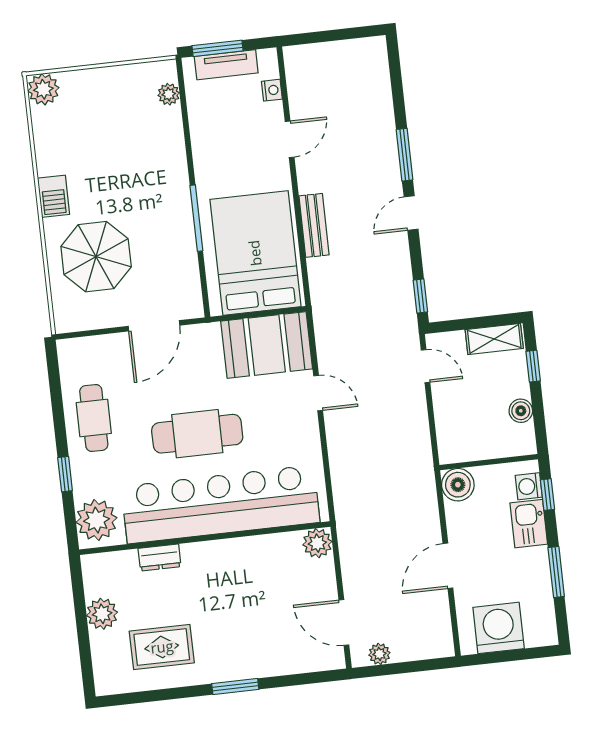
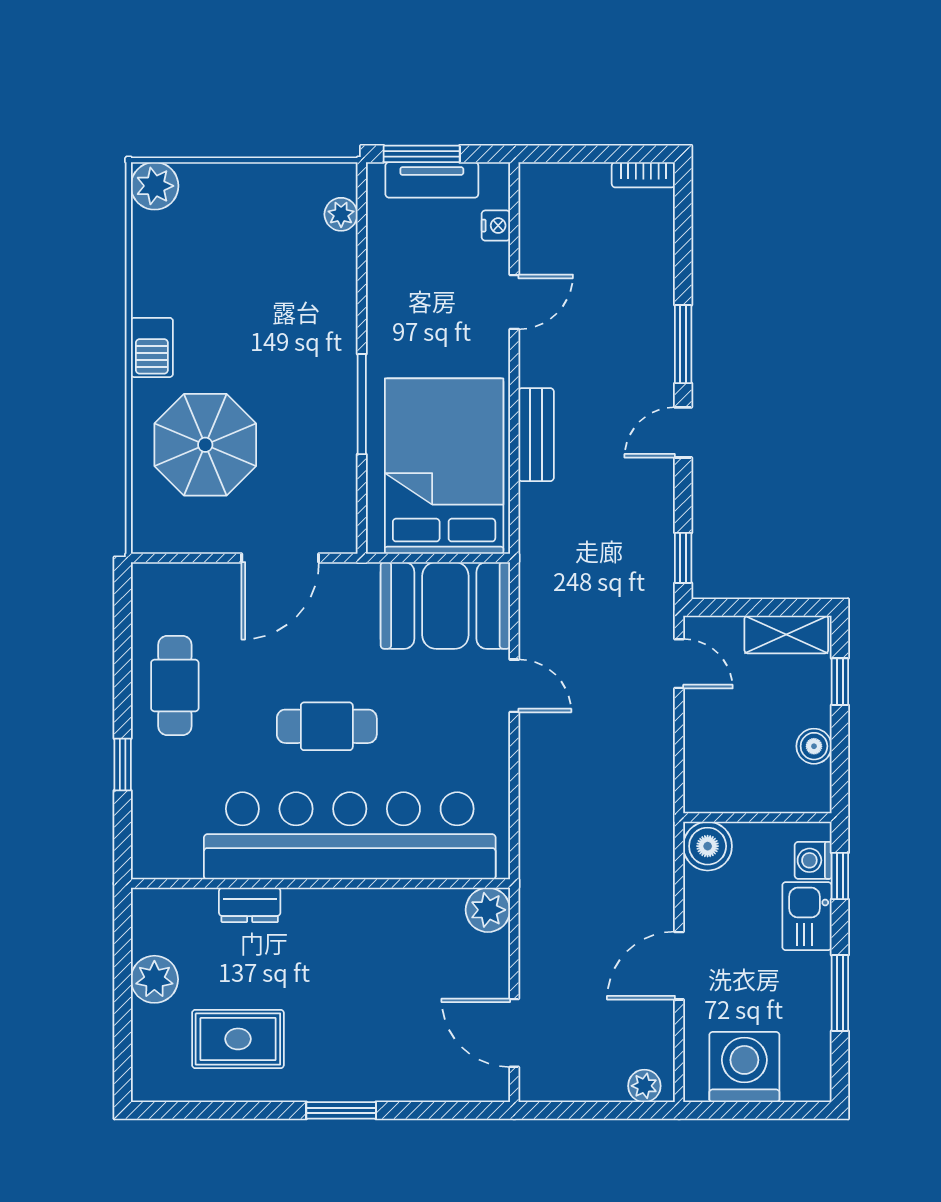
bookcase: (366, 46) -> (643, 175), added
cafe table: (197, 434) -> (327, 726), width x0.73, depth x0.74
plant: (97, 520) -> (162, 838), removed
plant: (379, 654) -> (644, 1086), moved

